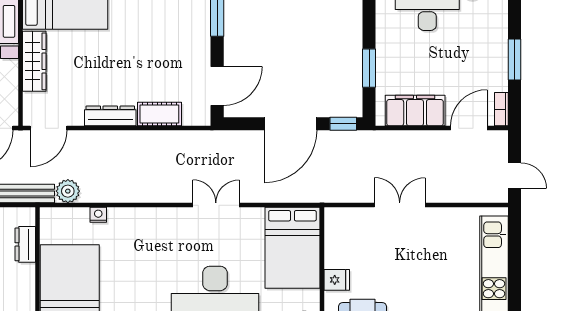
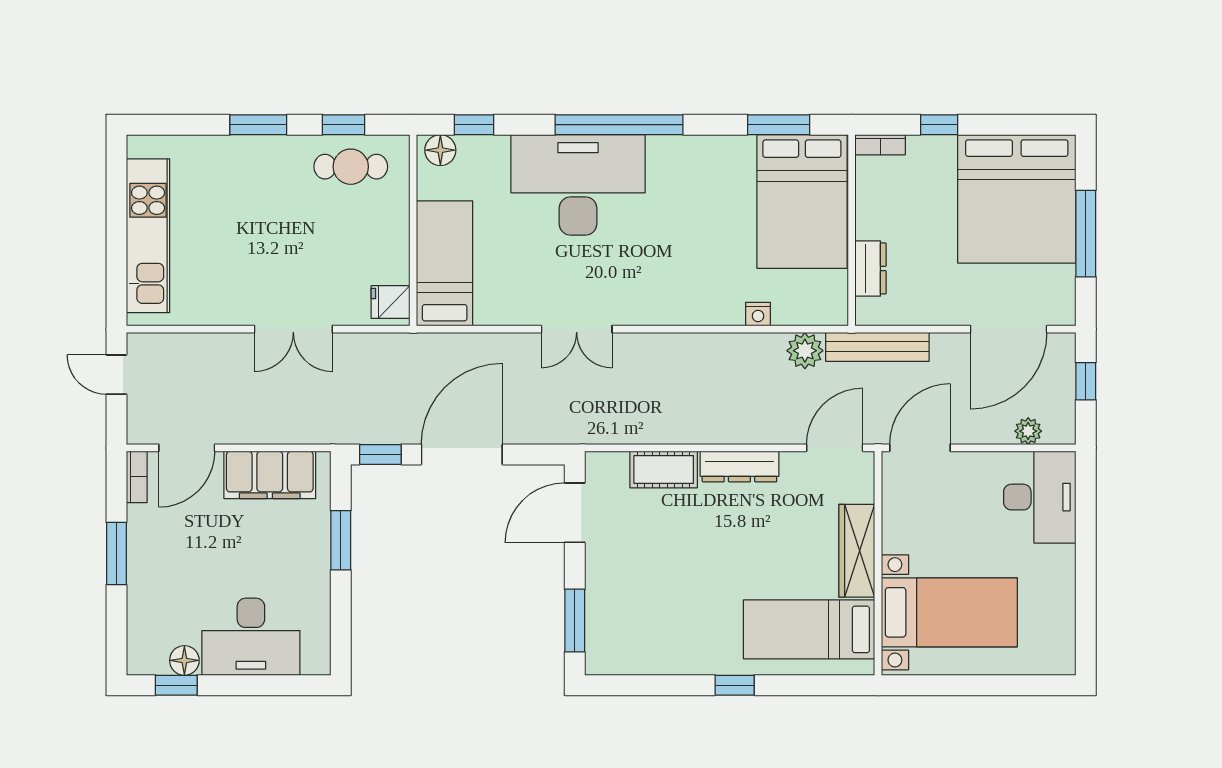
bed: (292, 248) -> (445, 263), width x0.67
fridge: (337, 280) -> (390, 302), moved

